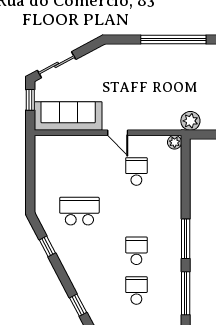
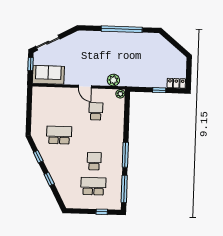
sofa: (68, 116) -> (48, 75), width x0.73
plant: (190, 121) -> (113, 80), moved
school desk: (136, 290) -> (93, 186), width x1.85
window: (78, 305) -> (49, 179), moved

